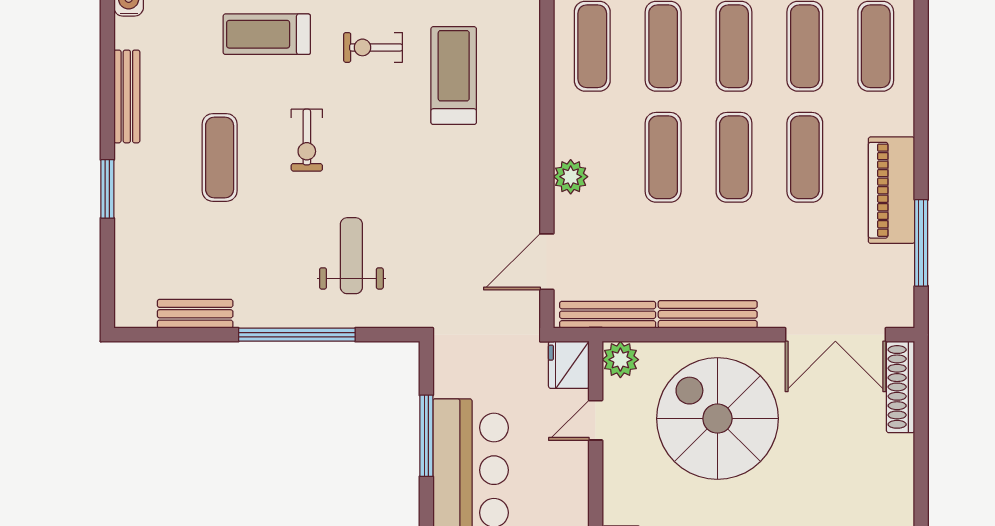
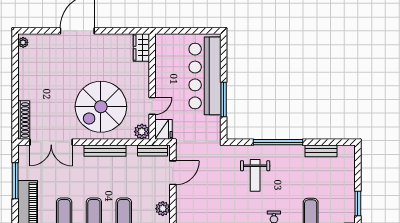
bench: (608, 315) -> (153, 150), width x0.73
double door: (835, 335) -> (51, 142), swing flipped
spiral stairs: (717, 419) -> (101, 107), turned 90

